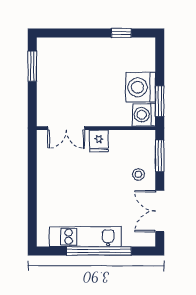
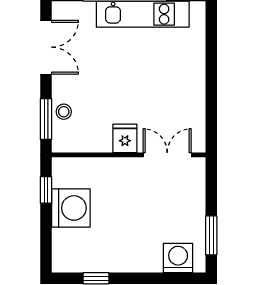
window: (160, 101) -> (46, 190), width x0.67
washing machine: (144, 115) -> (178, 258), moved, turned -90
stool: (138, 174) -> (64, 112), moved

